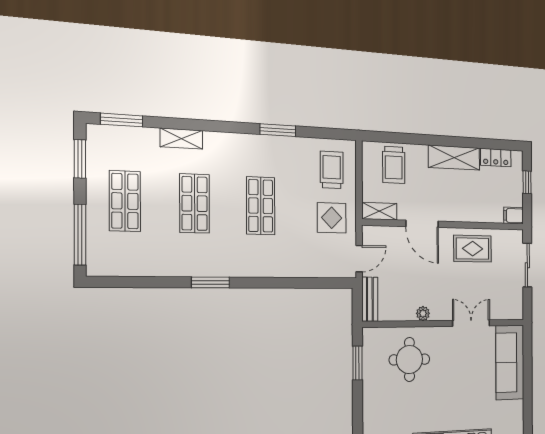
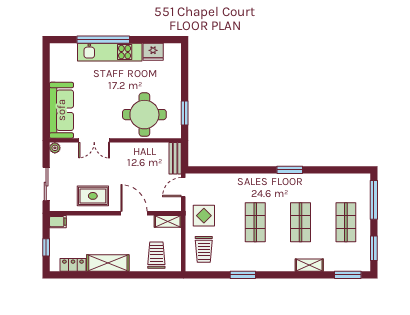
plant: (423, 313) -> (55, 148), moved
round table: (409, 359) -> (144, 115), width x1.36, depth x1.36

